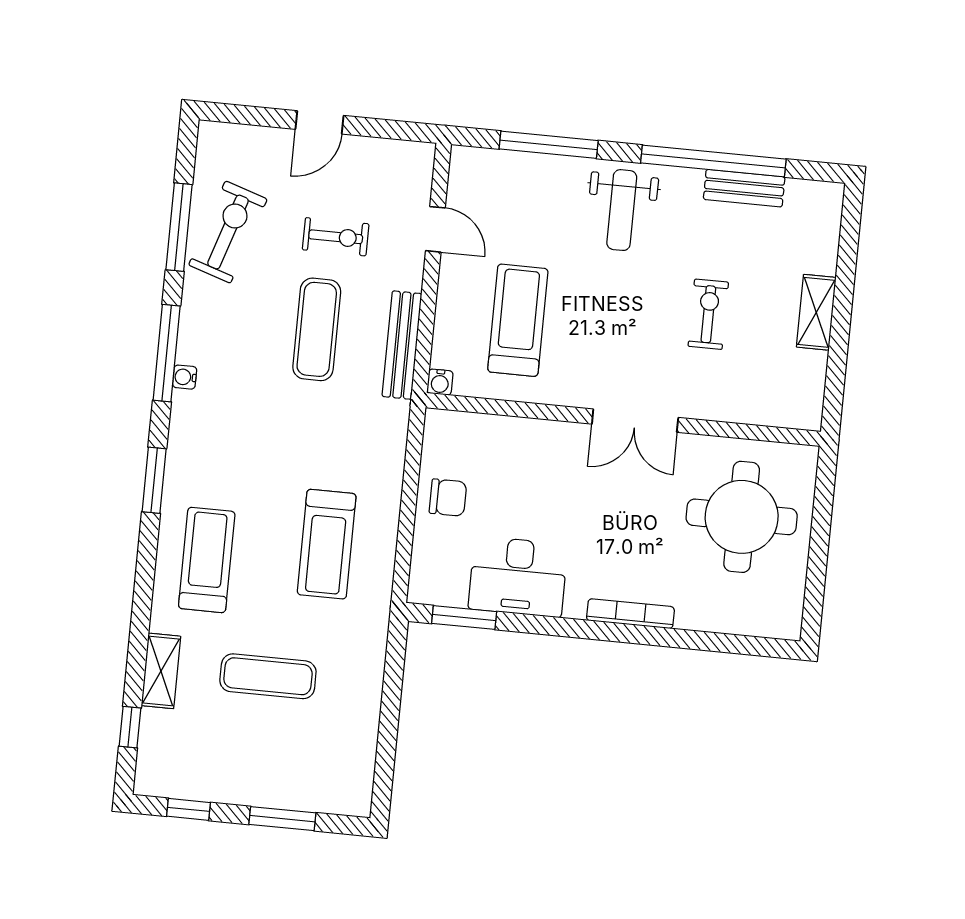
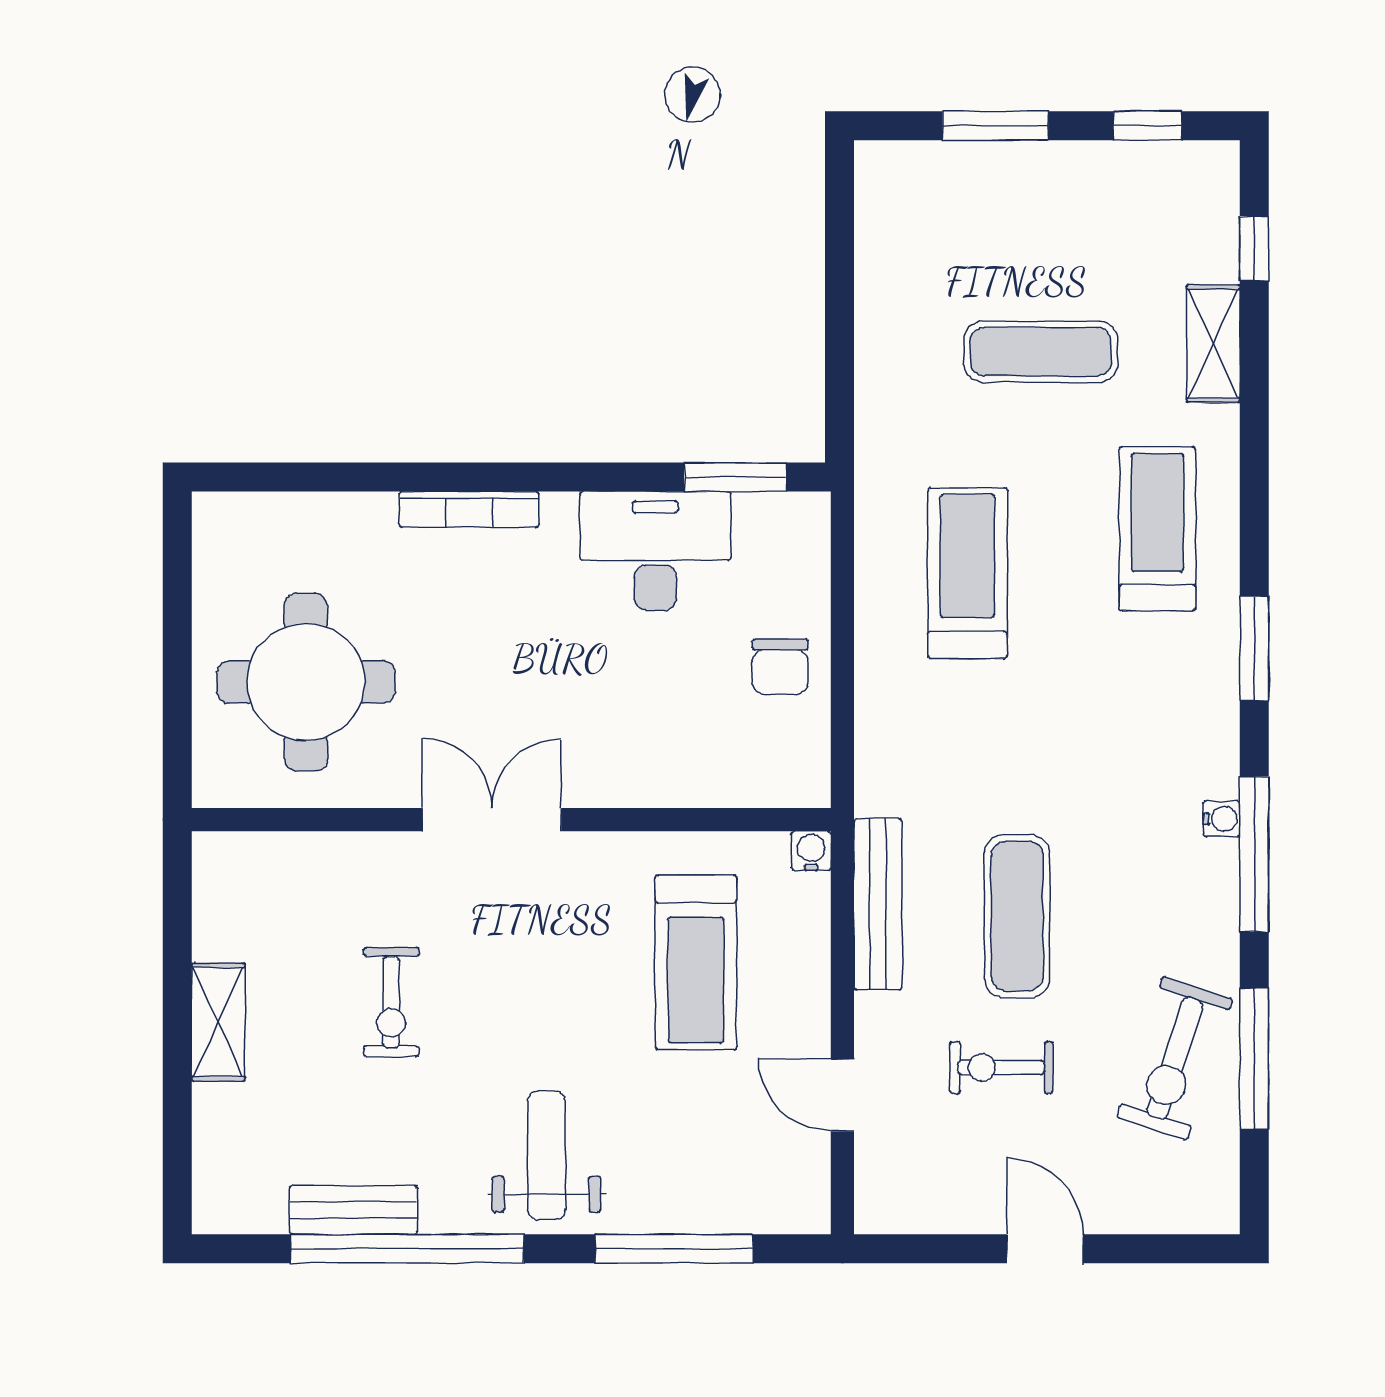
door: (320, 122) -> (1045, 1249), hinge flipped
chair: (448, 498) -> (780, 667), turned -90
treadmill: (207, 560) -> (1157, 529), turned 180

